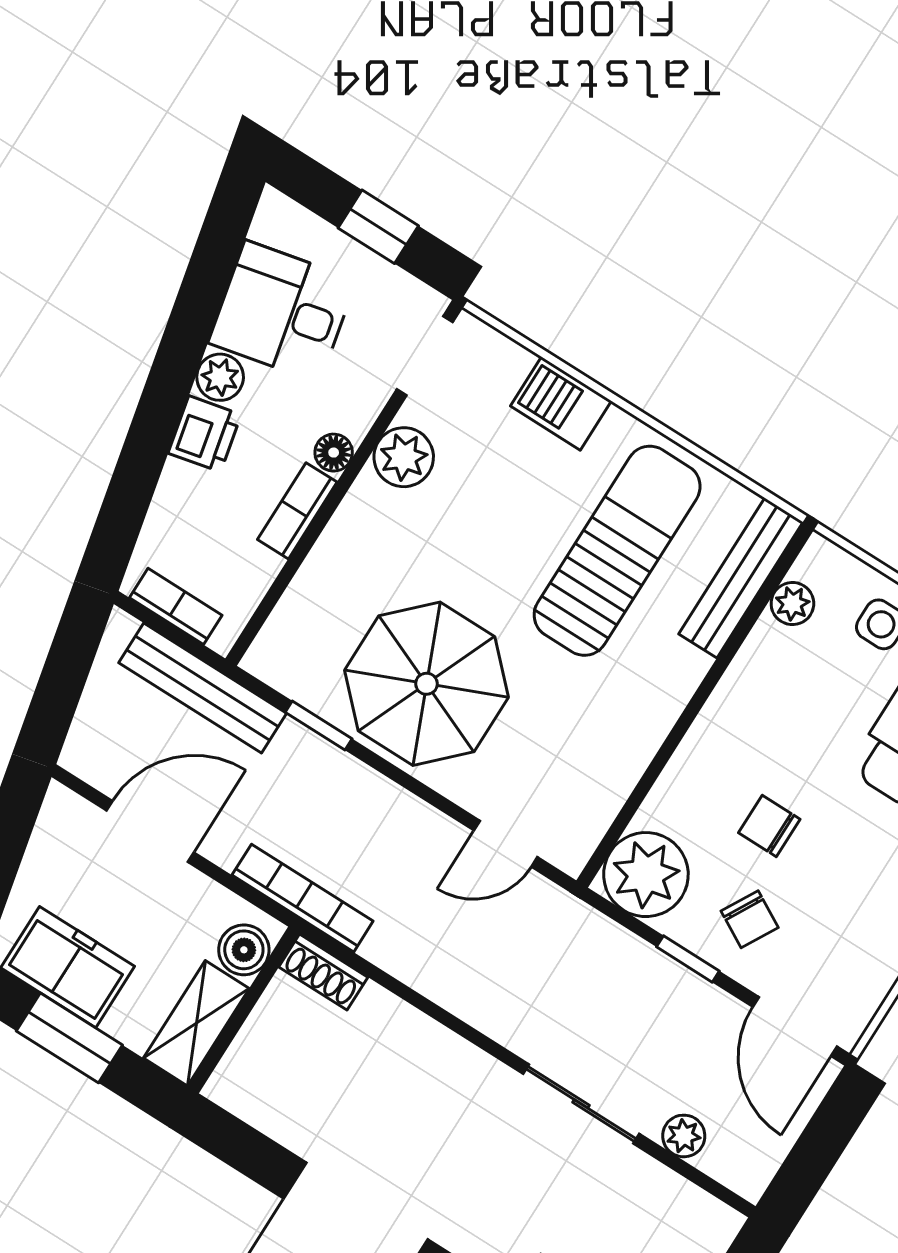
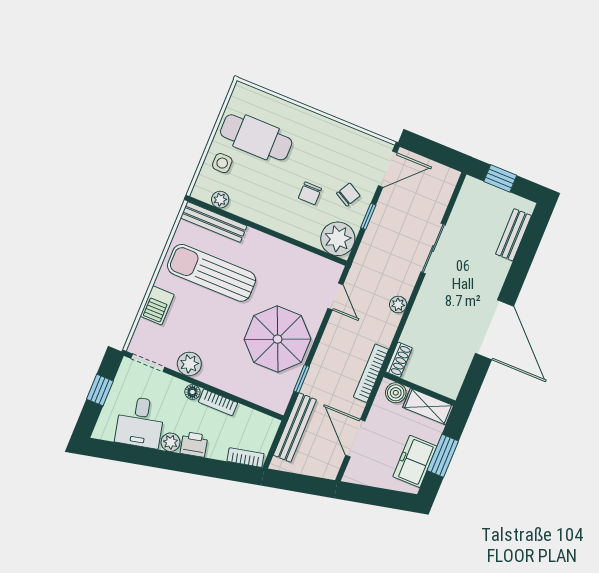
bookcase: (176, 606) -> (246, 458), moved, turned 78
plant: (684, 1136) -> (398, 305), moved

